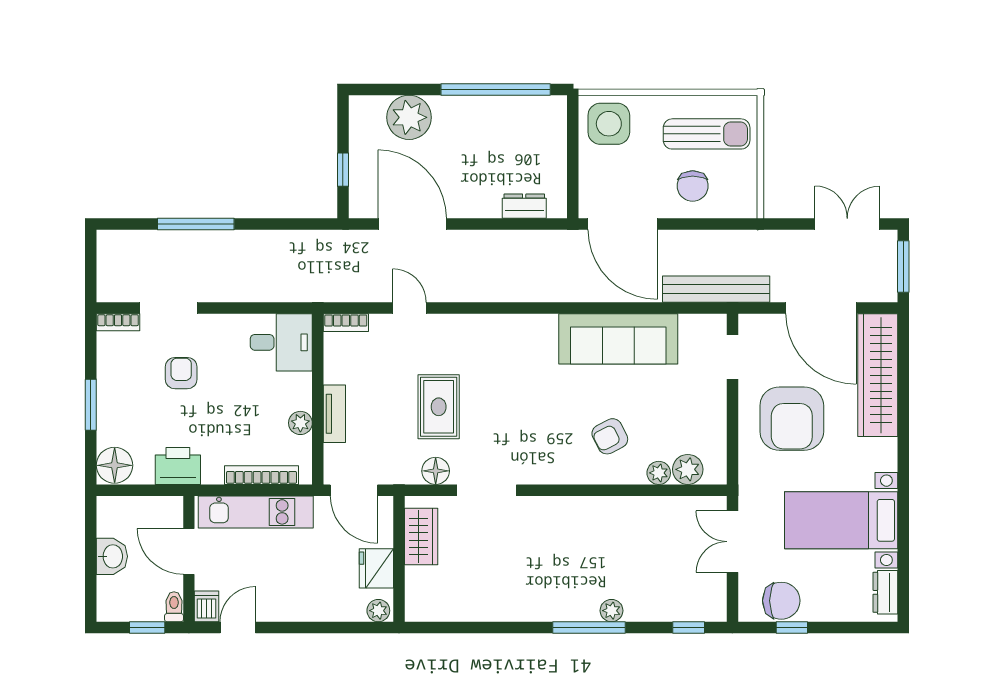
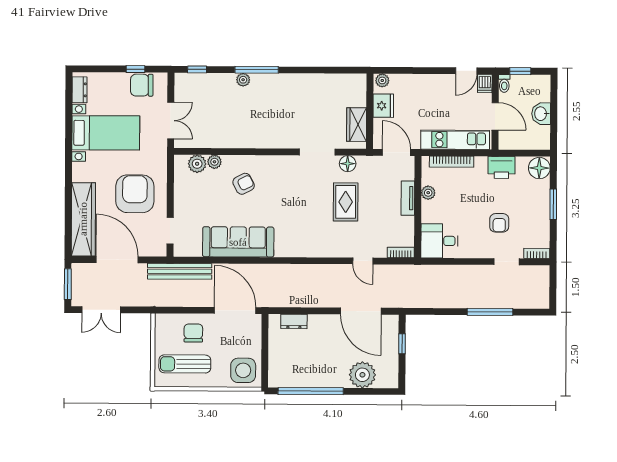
doorway: (169, 308) -> (506, 262), width x0.73

